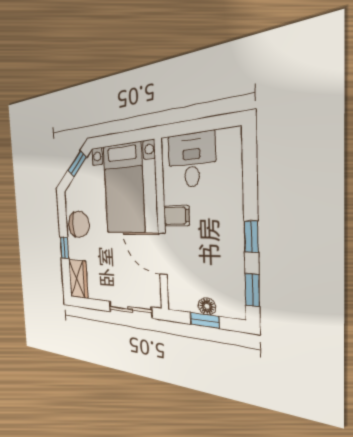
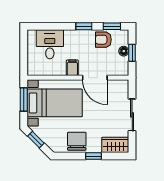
window: (126, 138) -> (24, 99), added
desk: (192, 160) -> (50, 44), moved, turned 90
door: (163, 254) -> (95, 78), hinge flipped
armchair: (226, 272) -> (103, 40), added
sliding door: (130, 309) -> (132, 115), moved

